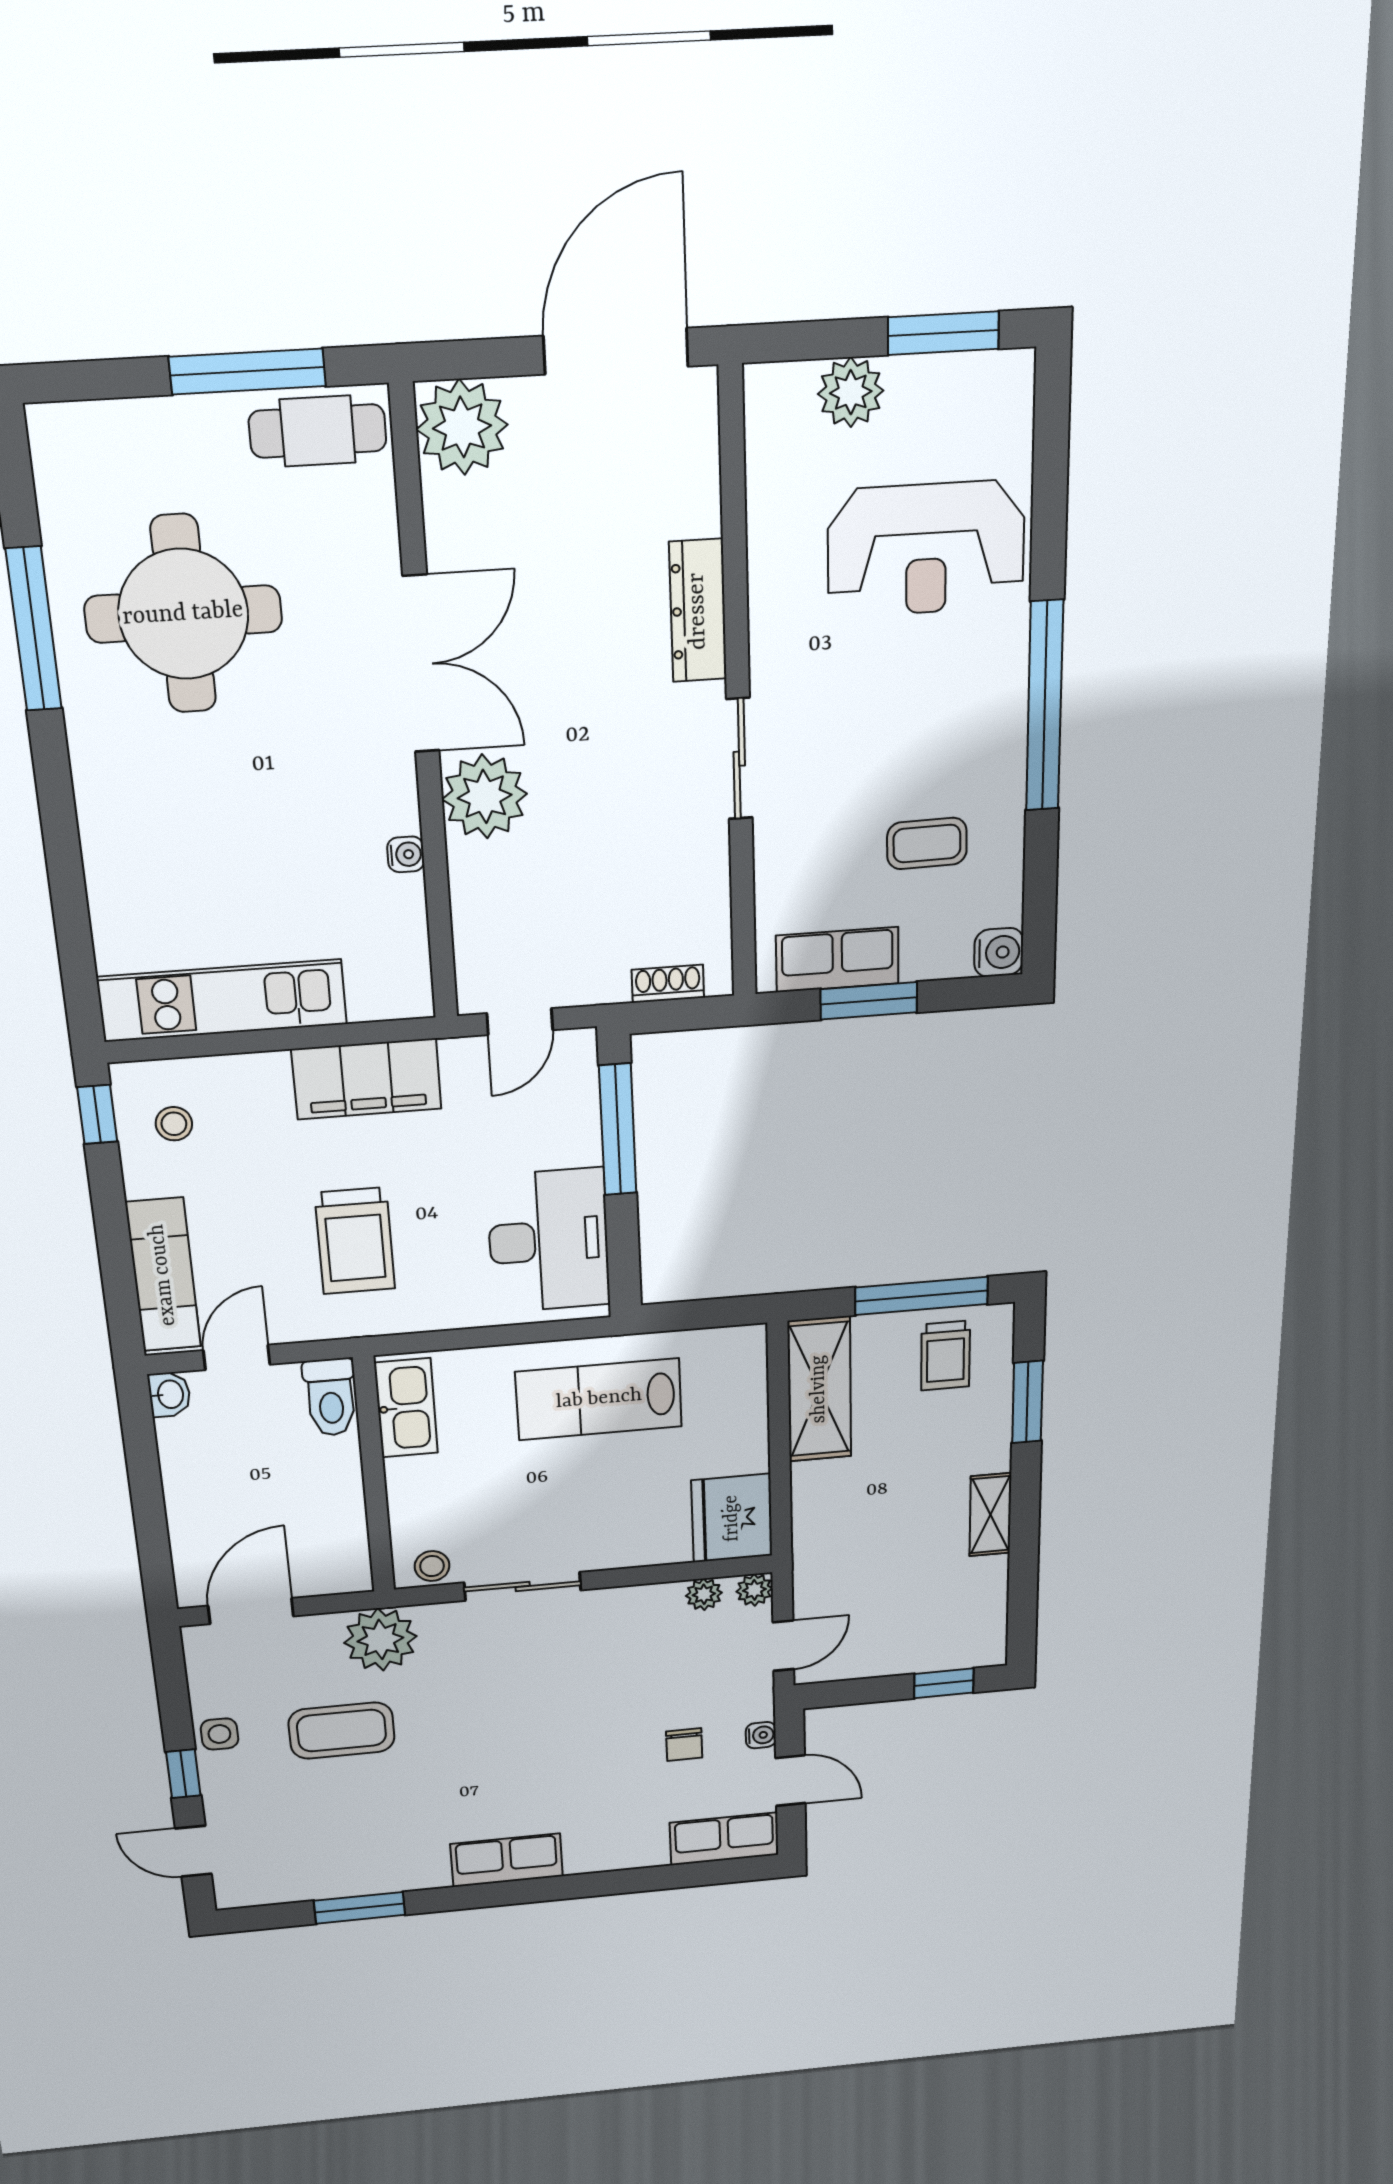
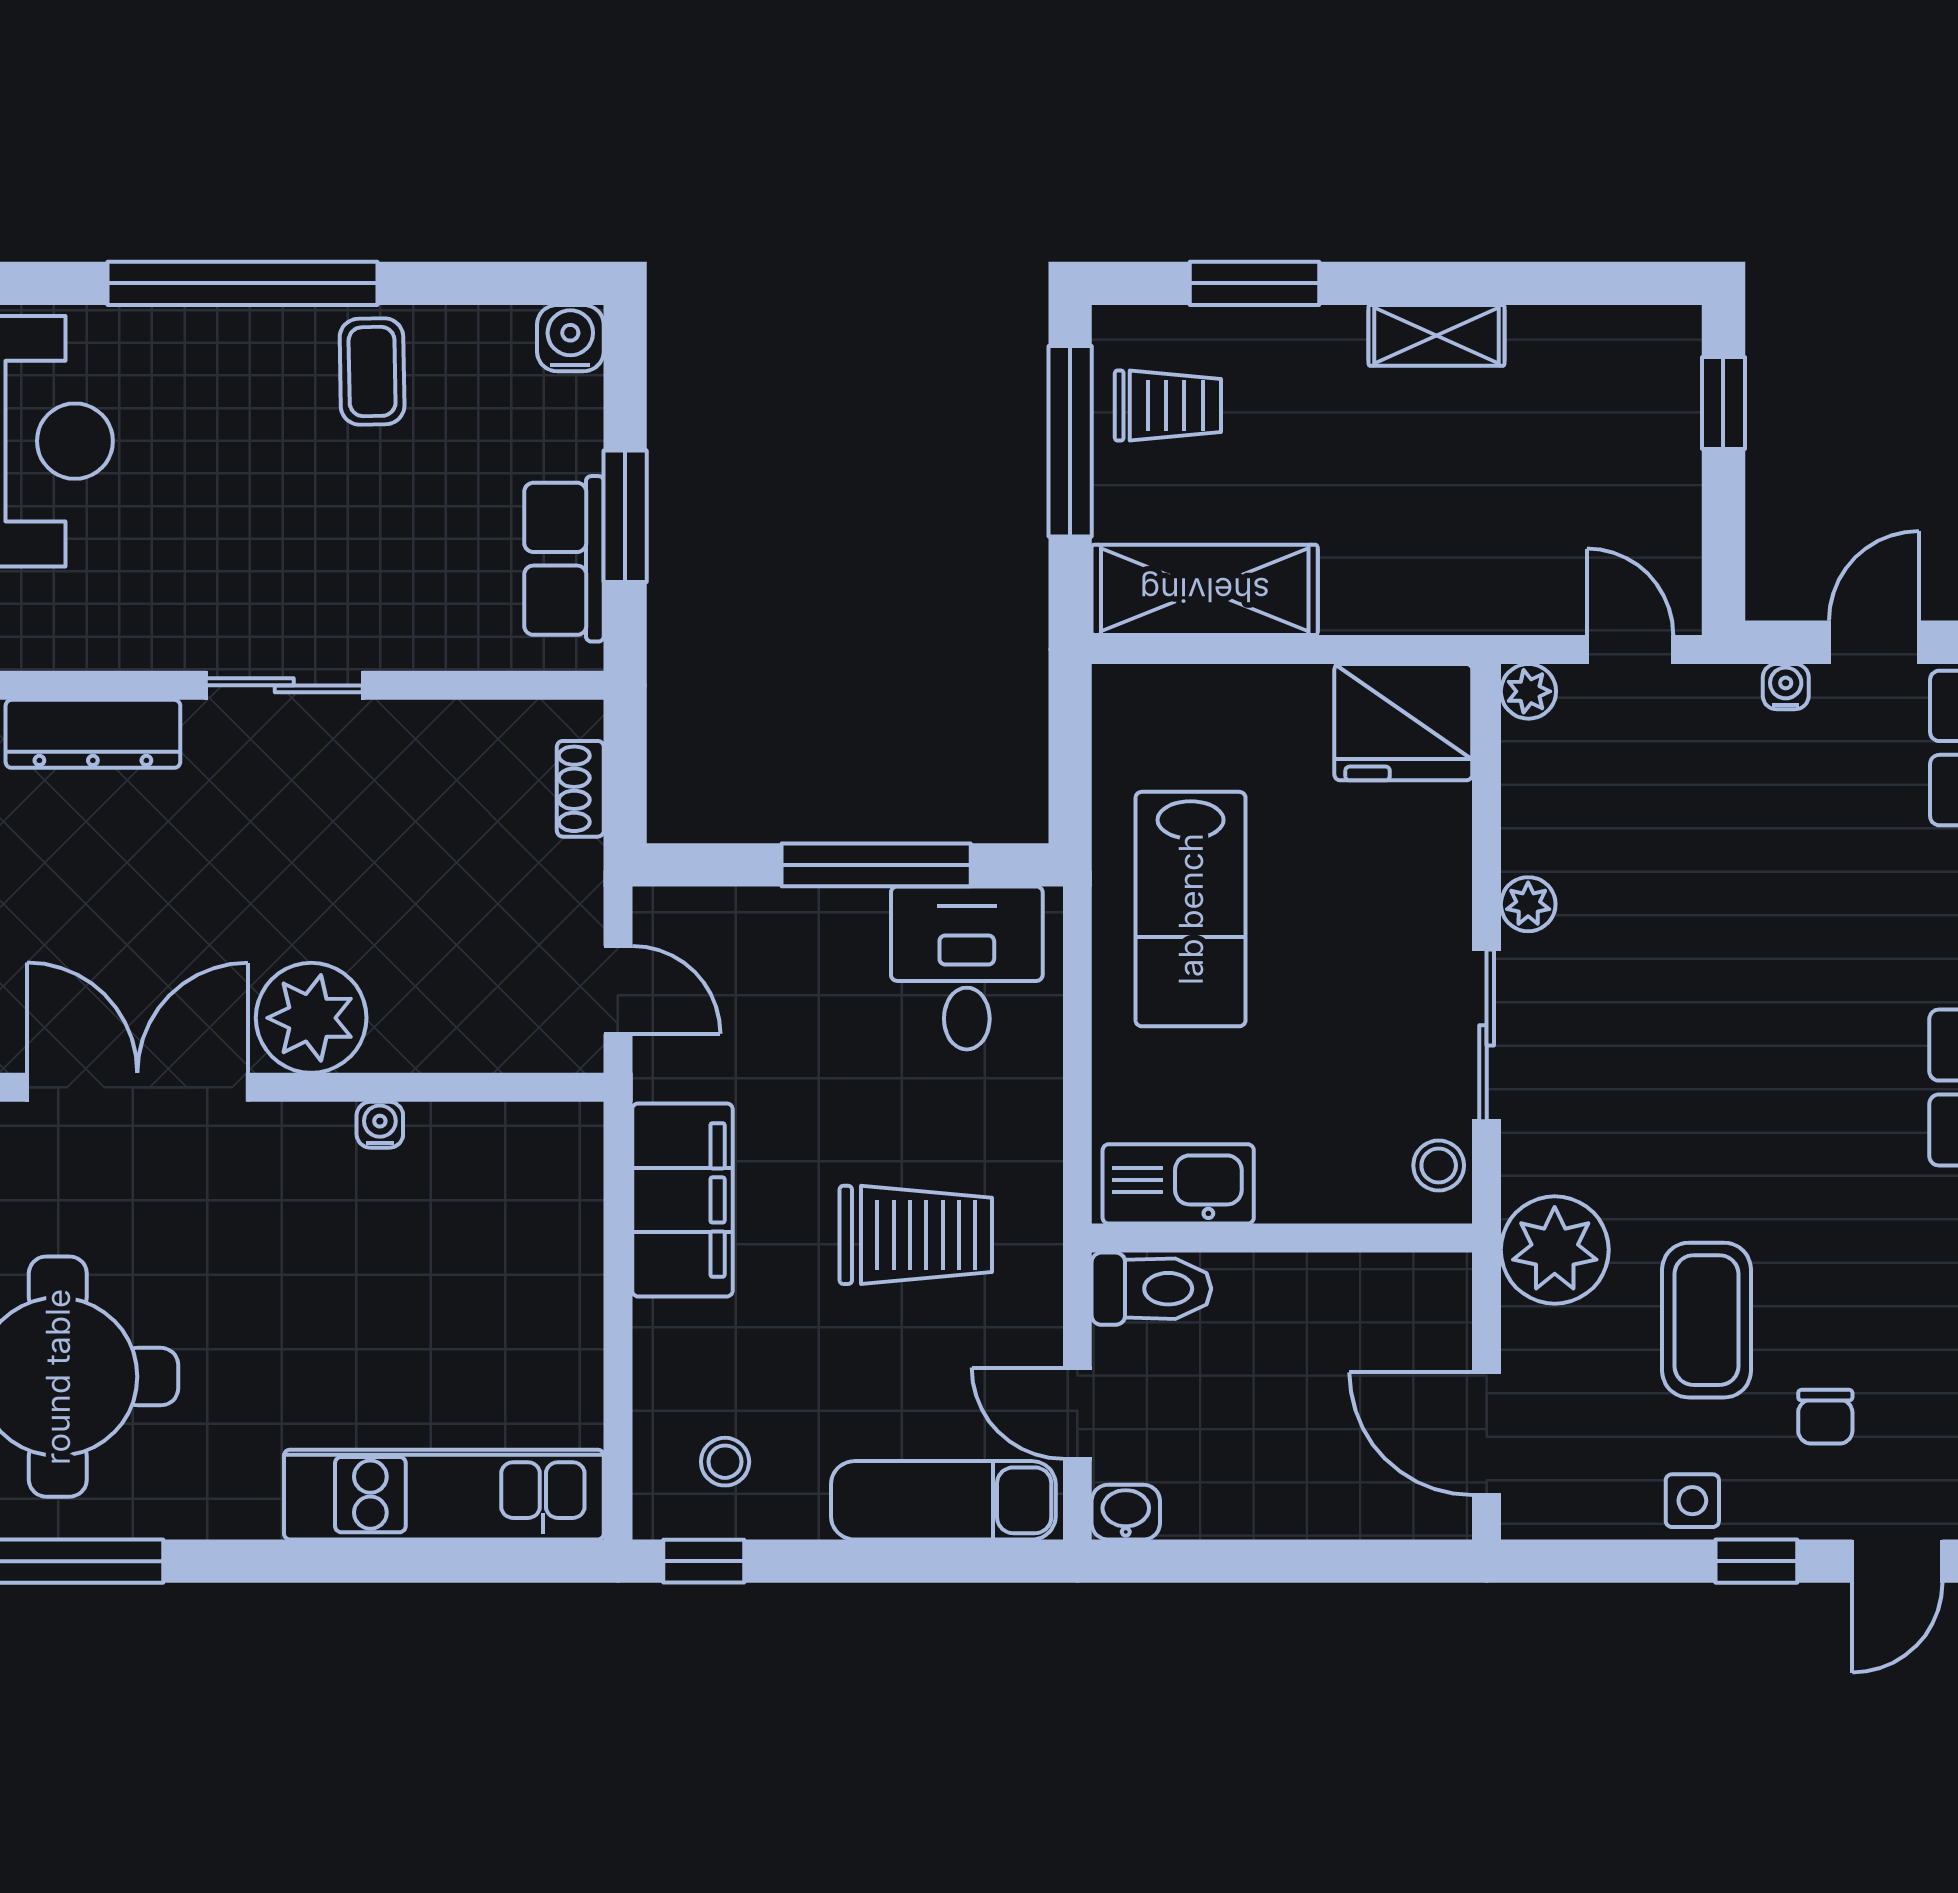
coffee table: (927, 844) -> (372, 372), moved
kitchen unit: (222, 1001) -> (444, 1495), moved, turned 90
window: (618, 1130) -> (876, 865), moved
desk: (549, 1241) -> (967, 968), width x0.73
plant: (704, 1594) -> (1528, 904), moved
chair: (684, 1745) -> (1825, 1417), moved, turned 90

